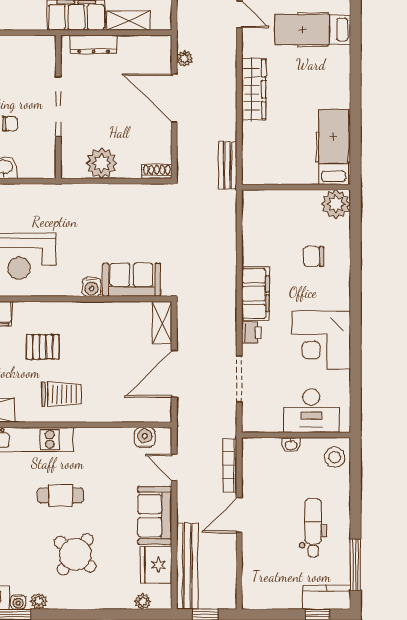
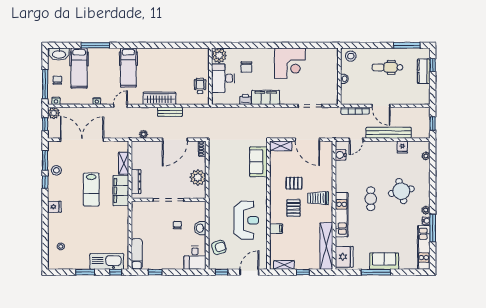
door: (174, 98) -> (175, 140), moved
hospital bed: (333, 147) -> (190, 57), removed
bench: (228, 165) -> (170, 112), moved
wheelchair: (278, 167) -> (200, 86), added
water cooler: (92, 287) -> (262, 183), removed
printer: (251, 333) -> (245, 99), moved
pallet: (90, 348) -> (294, 183), added
trolley: (62, 394) -> (318, 198), turned -90
desk: (311, 411) -> (223, 78), moved, turned 180
sofa: (155, 516) -> (381, 150), removed
round table: (75, 554) -> (401, 191), turned 38
fridge: (156, 565) -> (402, 147), width x0.53, depth x0.75
bench: (187, 566) -> (389, 133), moved
kitchen counter: (326, 597) -> (424, 71), moved

